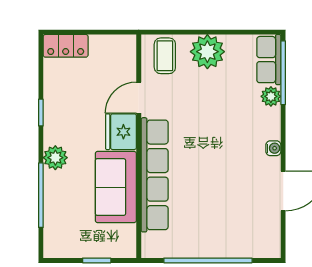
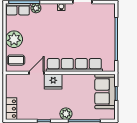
door: (139, 98) -> (37, 73), swing flipped
sofa: (116, 187) -> (105, 91), moved, turned 90

